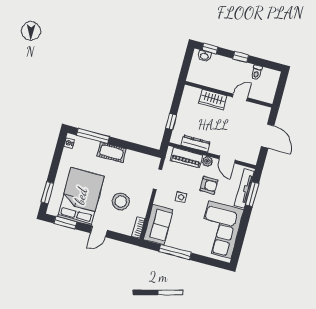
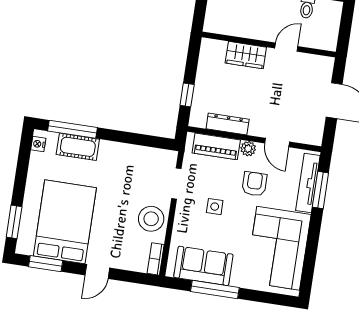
cot: (112, 152) -> (78, 147), moved
armchair: (209, 185) -> (254, 184), turned -90
stool: (121, 202) -> (151, 219), moved
sofa: (158, 225) -> (203, 266), moved, turned -90

